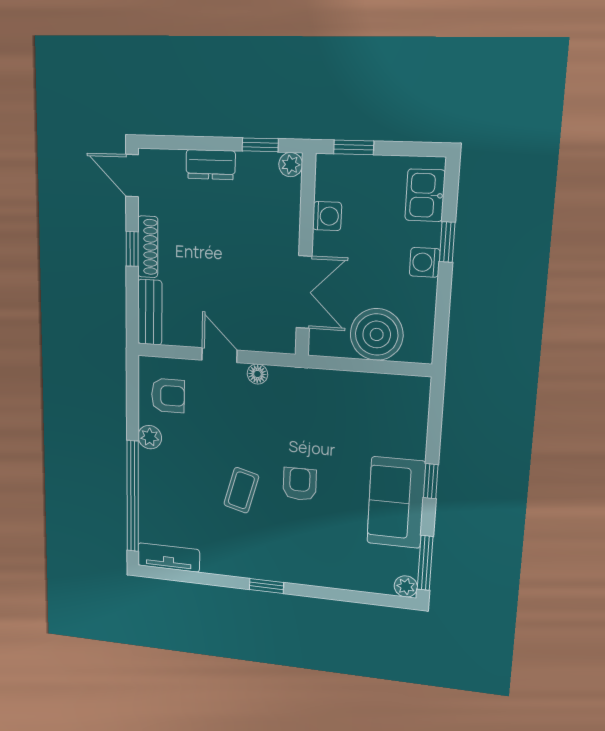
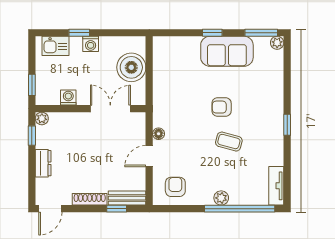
window: (132, 249) -> (117, 209), moved
plant: (150, 437) -> (221, 198), moved

